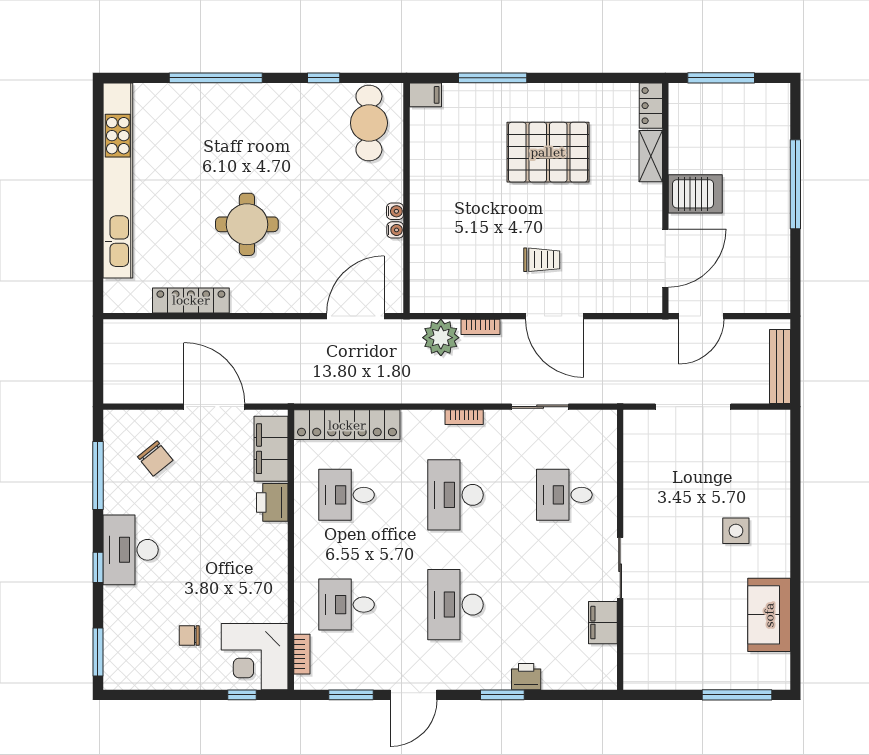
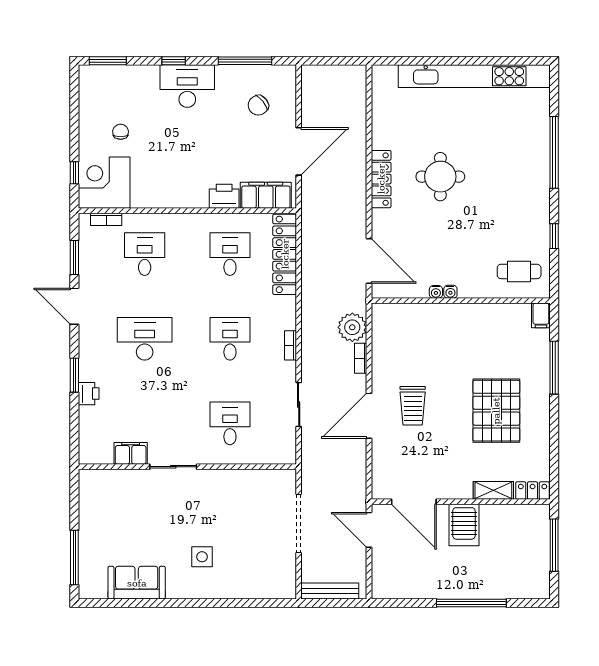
cafe table: (369, 123) -> (519, 271), width x0.73, depth x0.74
trolley: (542, 260) -> (413, 406), width x1.36, depth x1.39
locker: (191, 300) -> (381, 179), moved
desk: (455, 495) -> (230, 339), width x0.73

